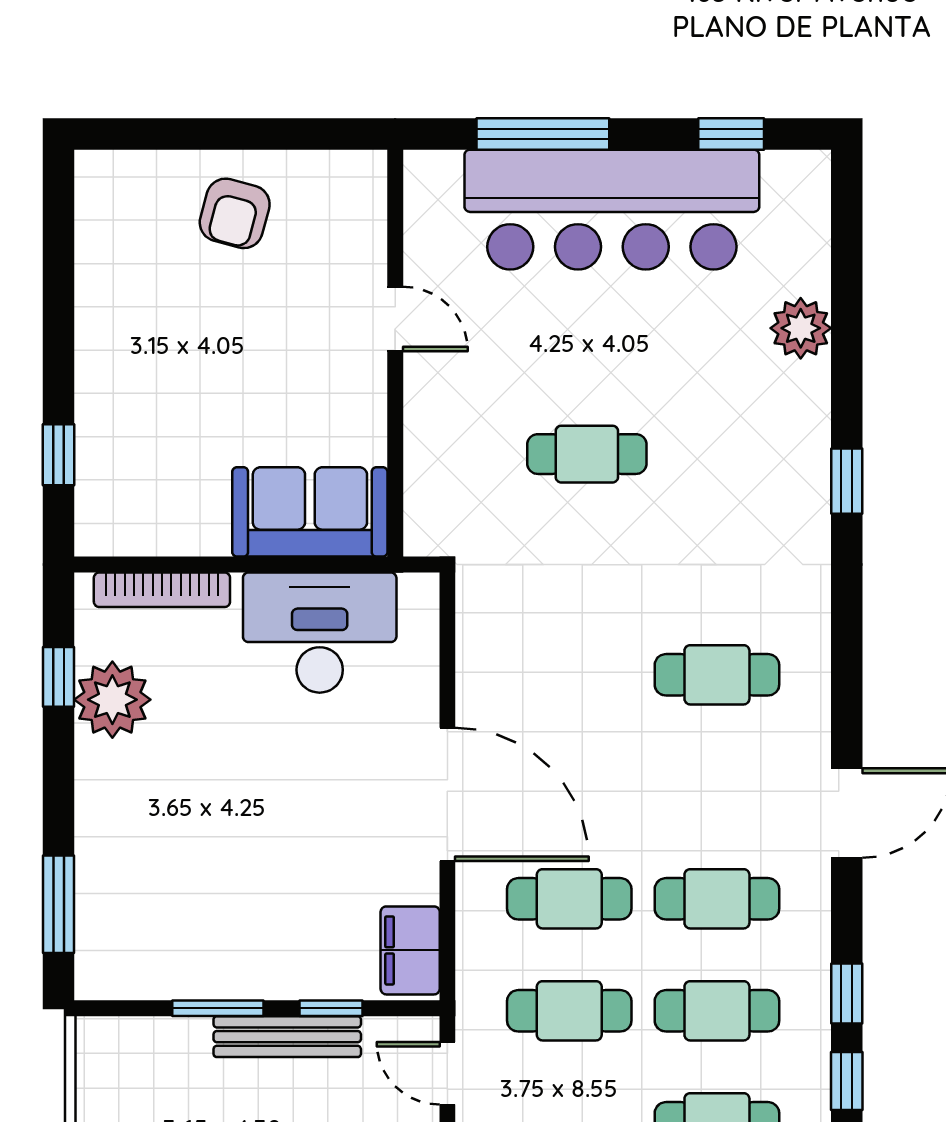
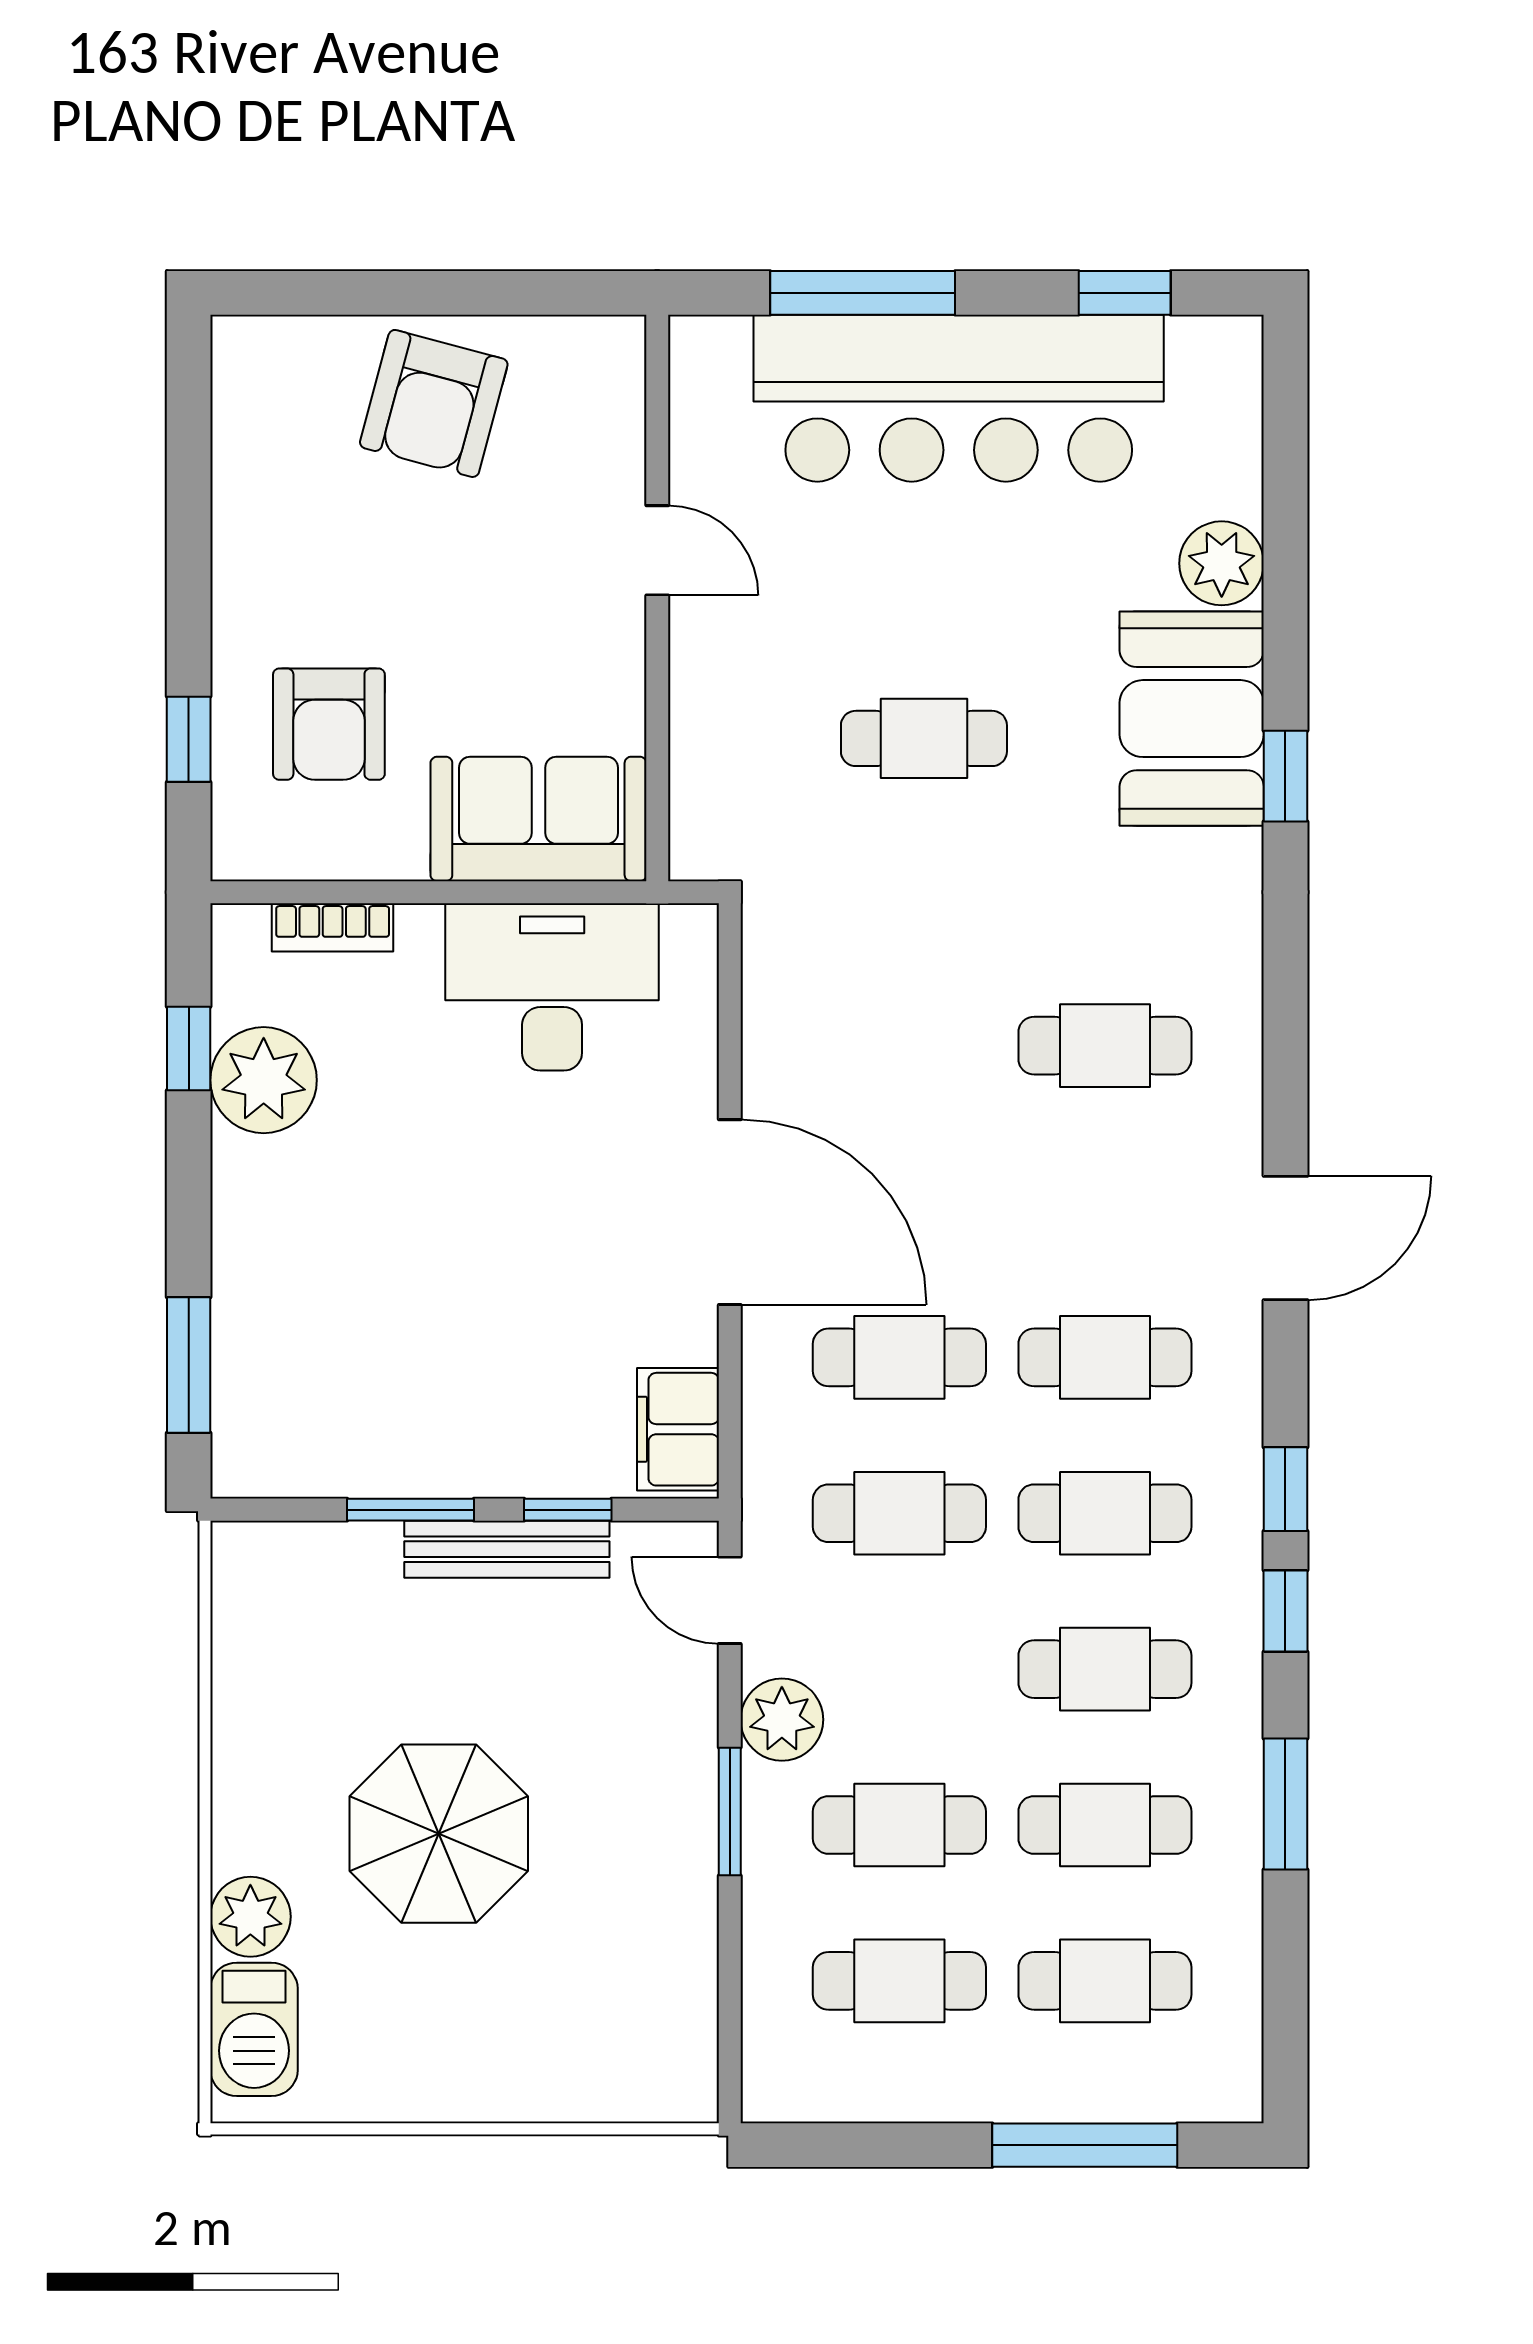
armchair: (235, 213) -> (434, 403), width x1.38, depth x1.38
booth: (779, 440) -> (1192, 719), added
armchair: (159, 444) -> (329, 724), added
bookcase: (162, 590) -> (333, 927), width x0.64

